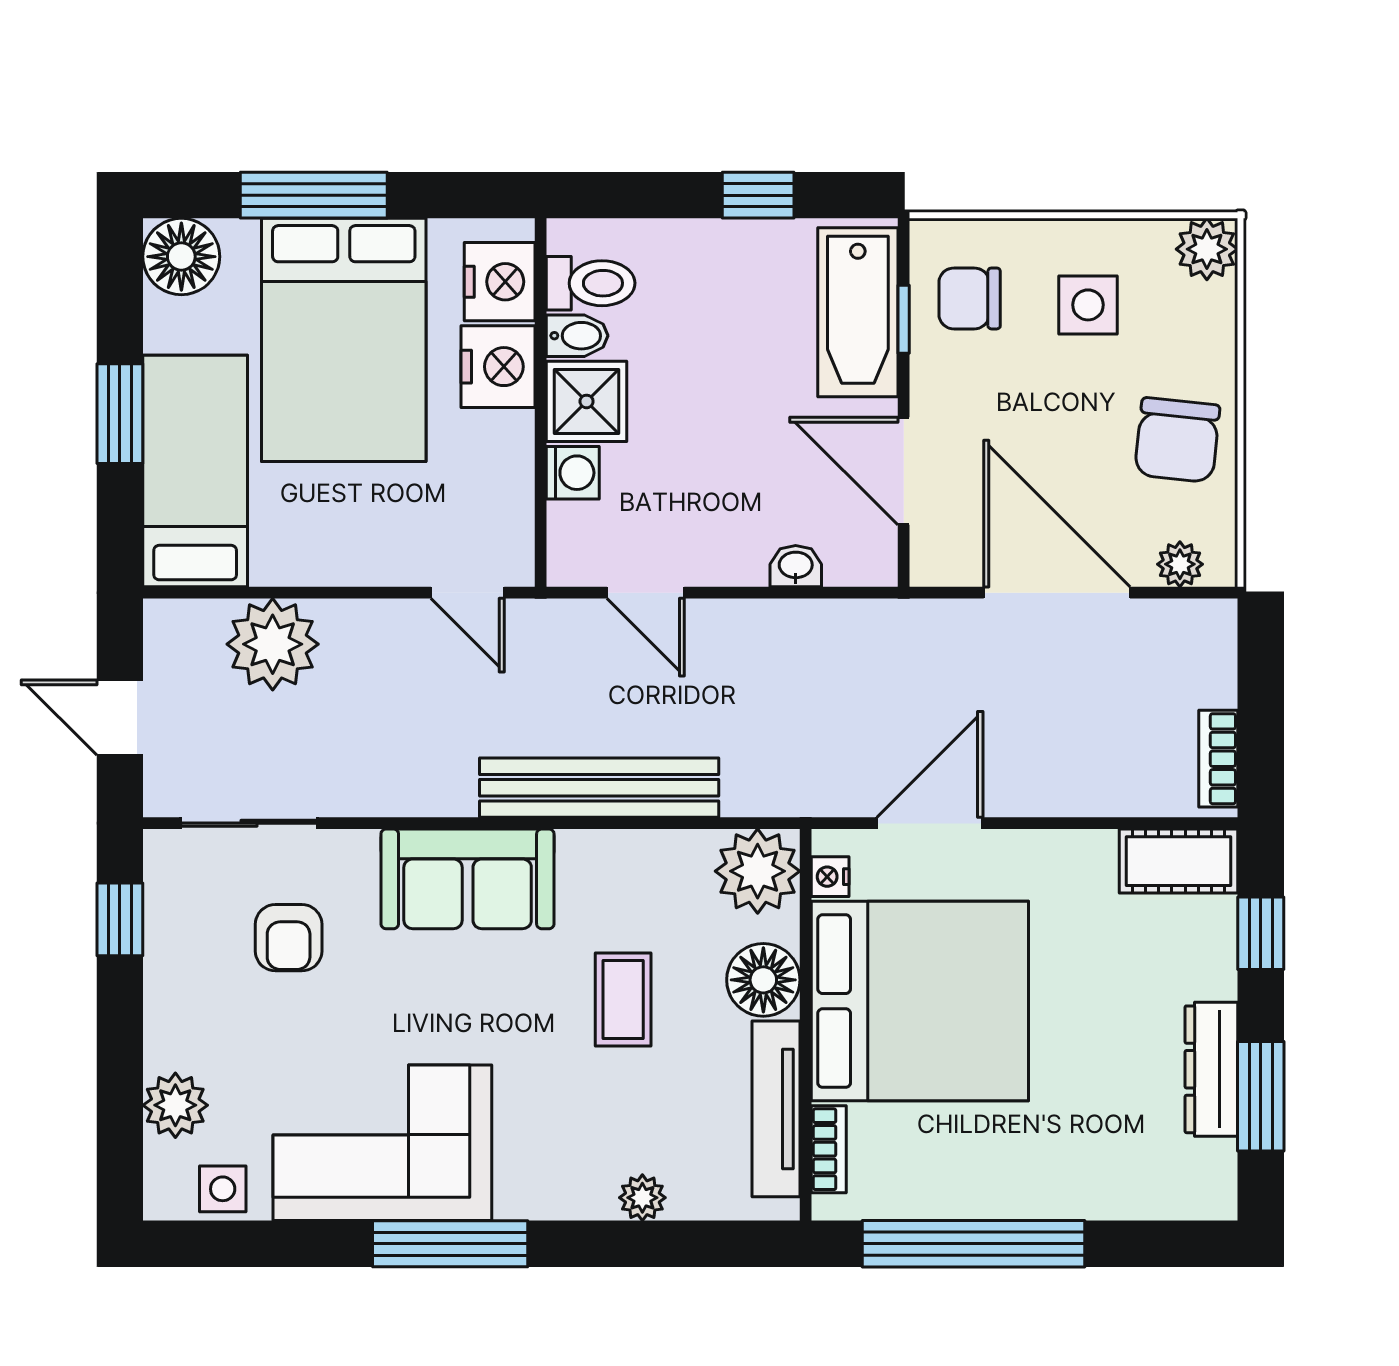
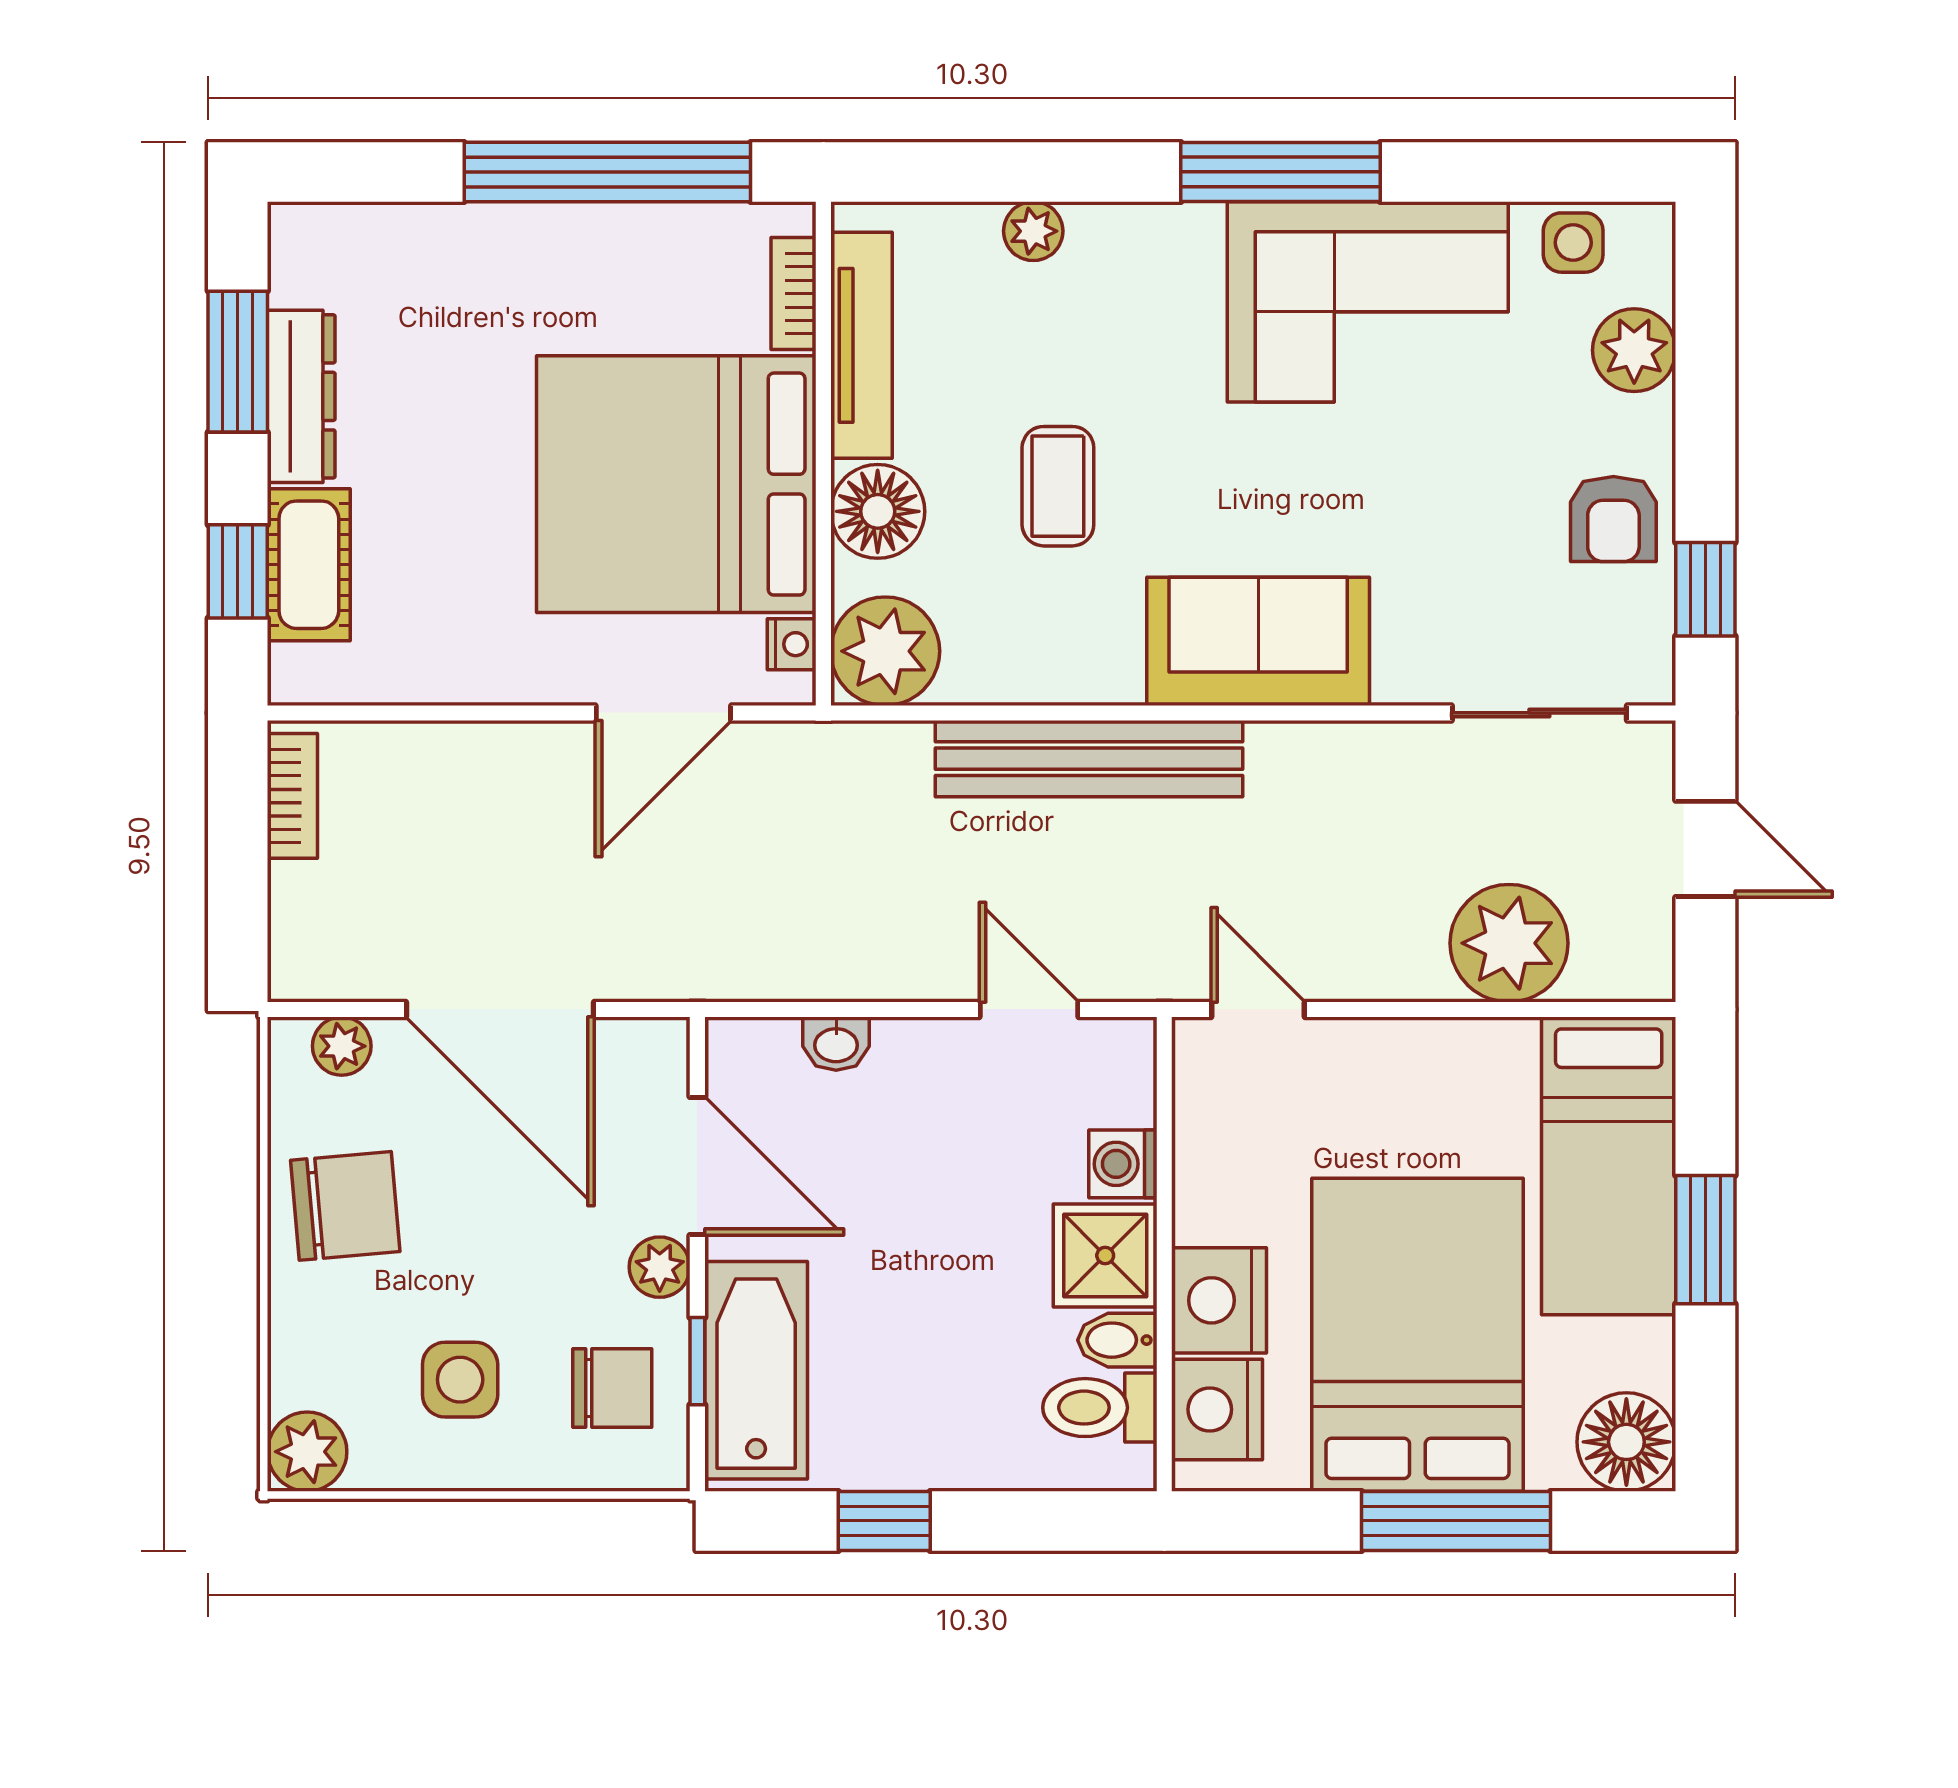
plant: (933, 392) -> (660, 1267), added
chair: (1177, 440) -> (345, 1206), turned 79
cot: (1179, 861) -> (309, 565), moved, turned 90
armchair: (289, 938) -> (1613, 519), moved, turned 180

